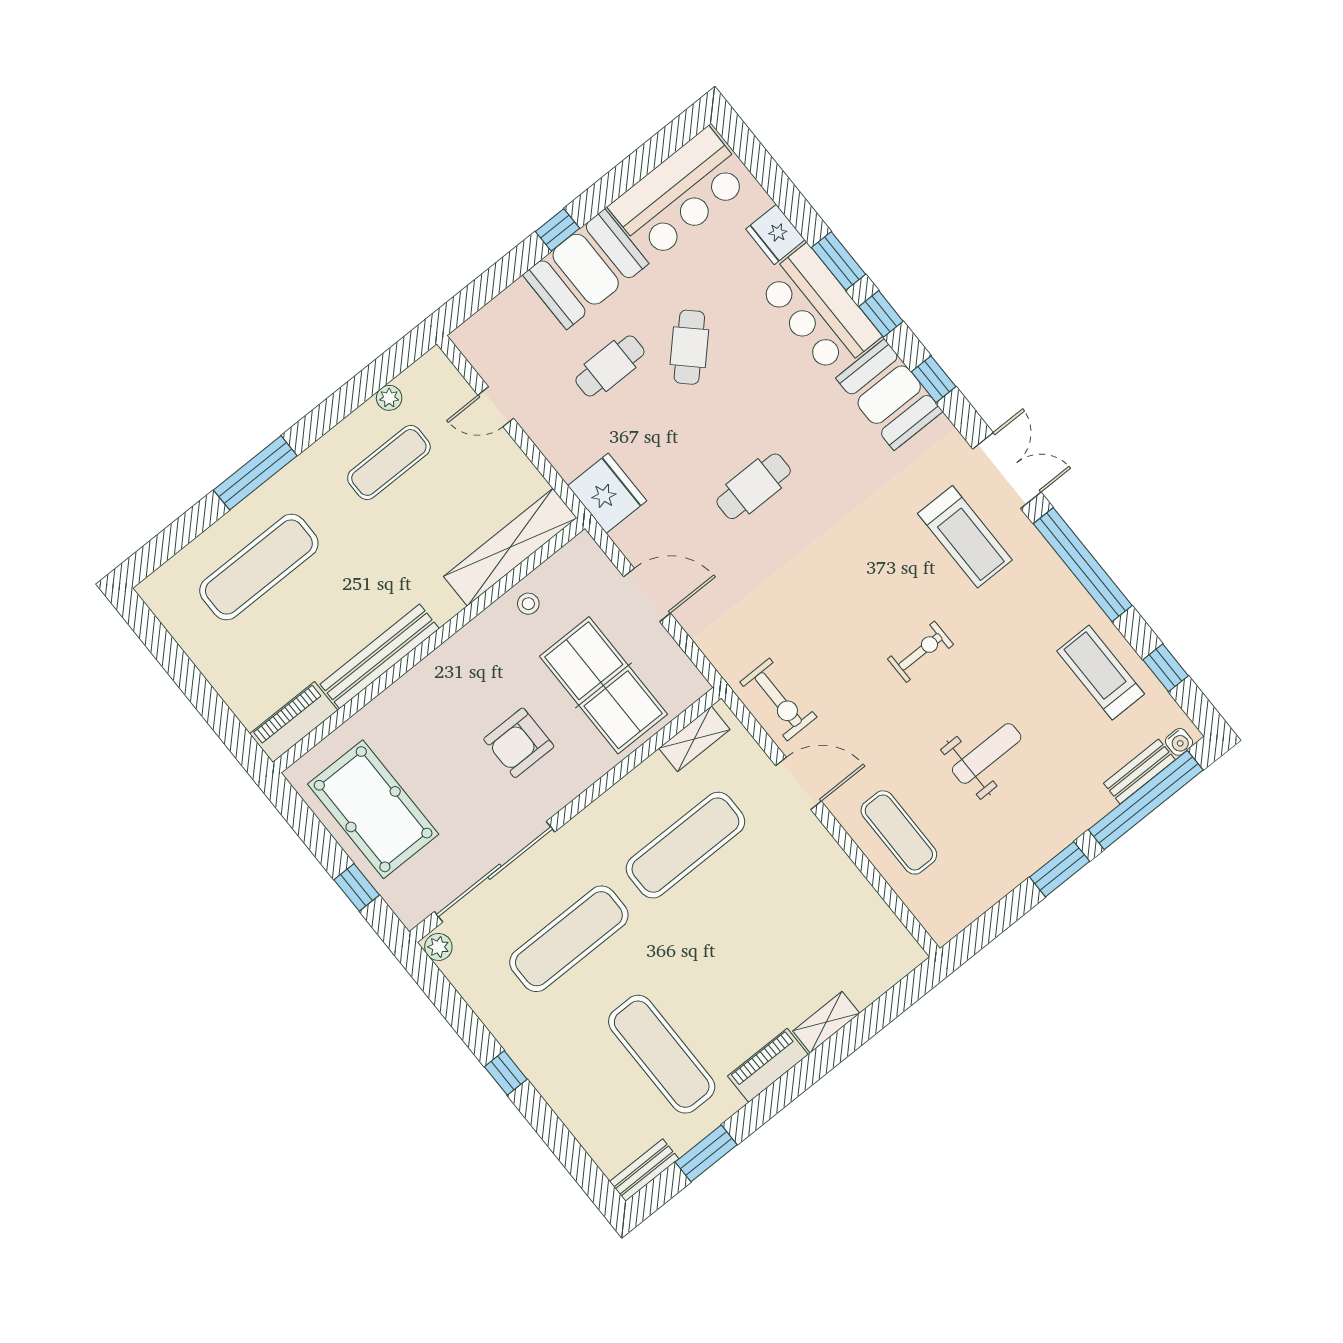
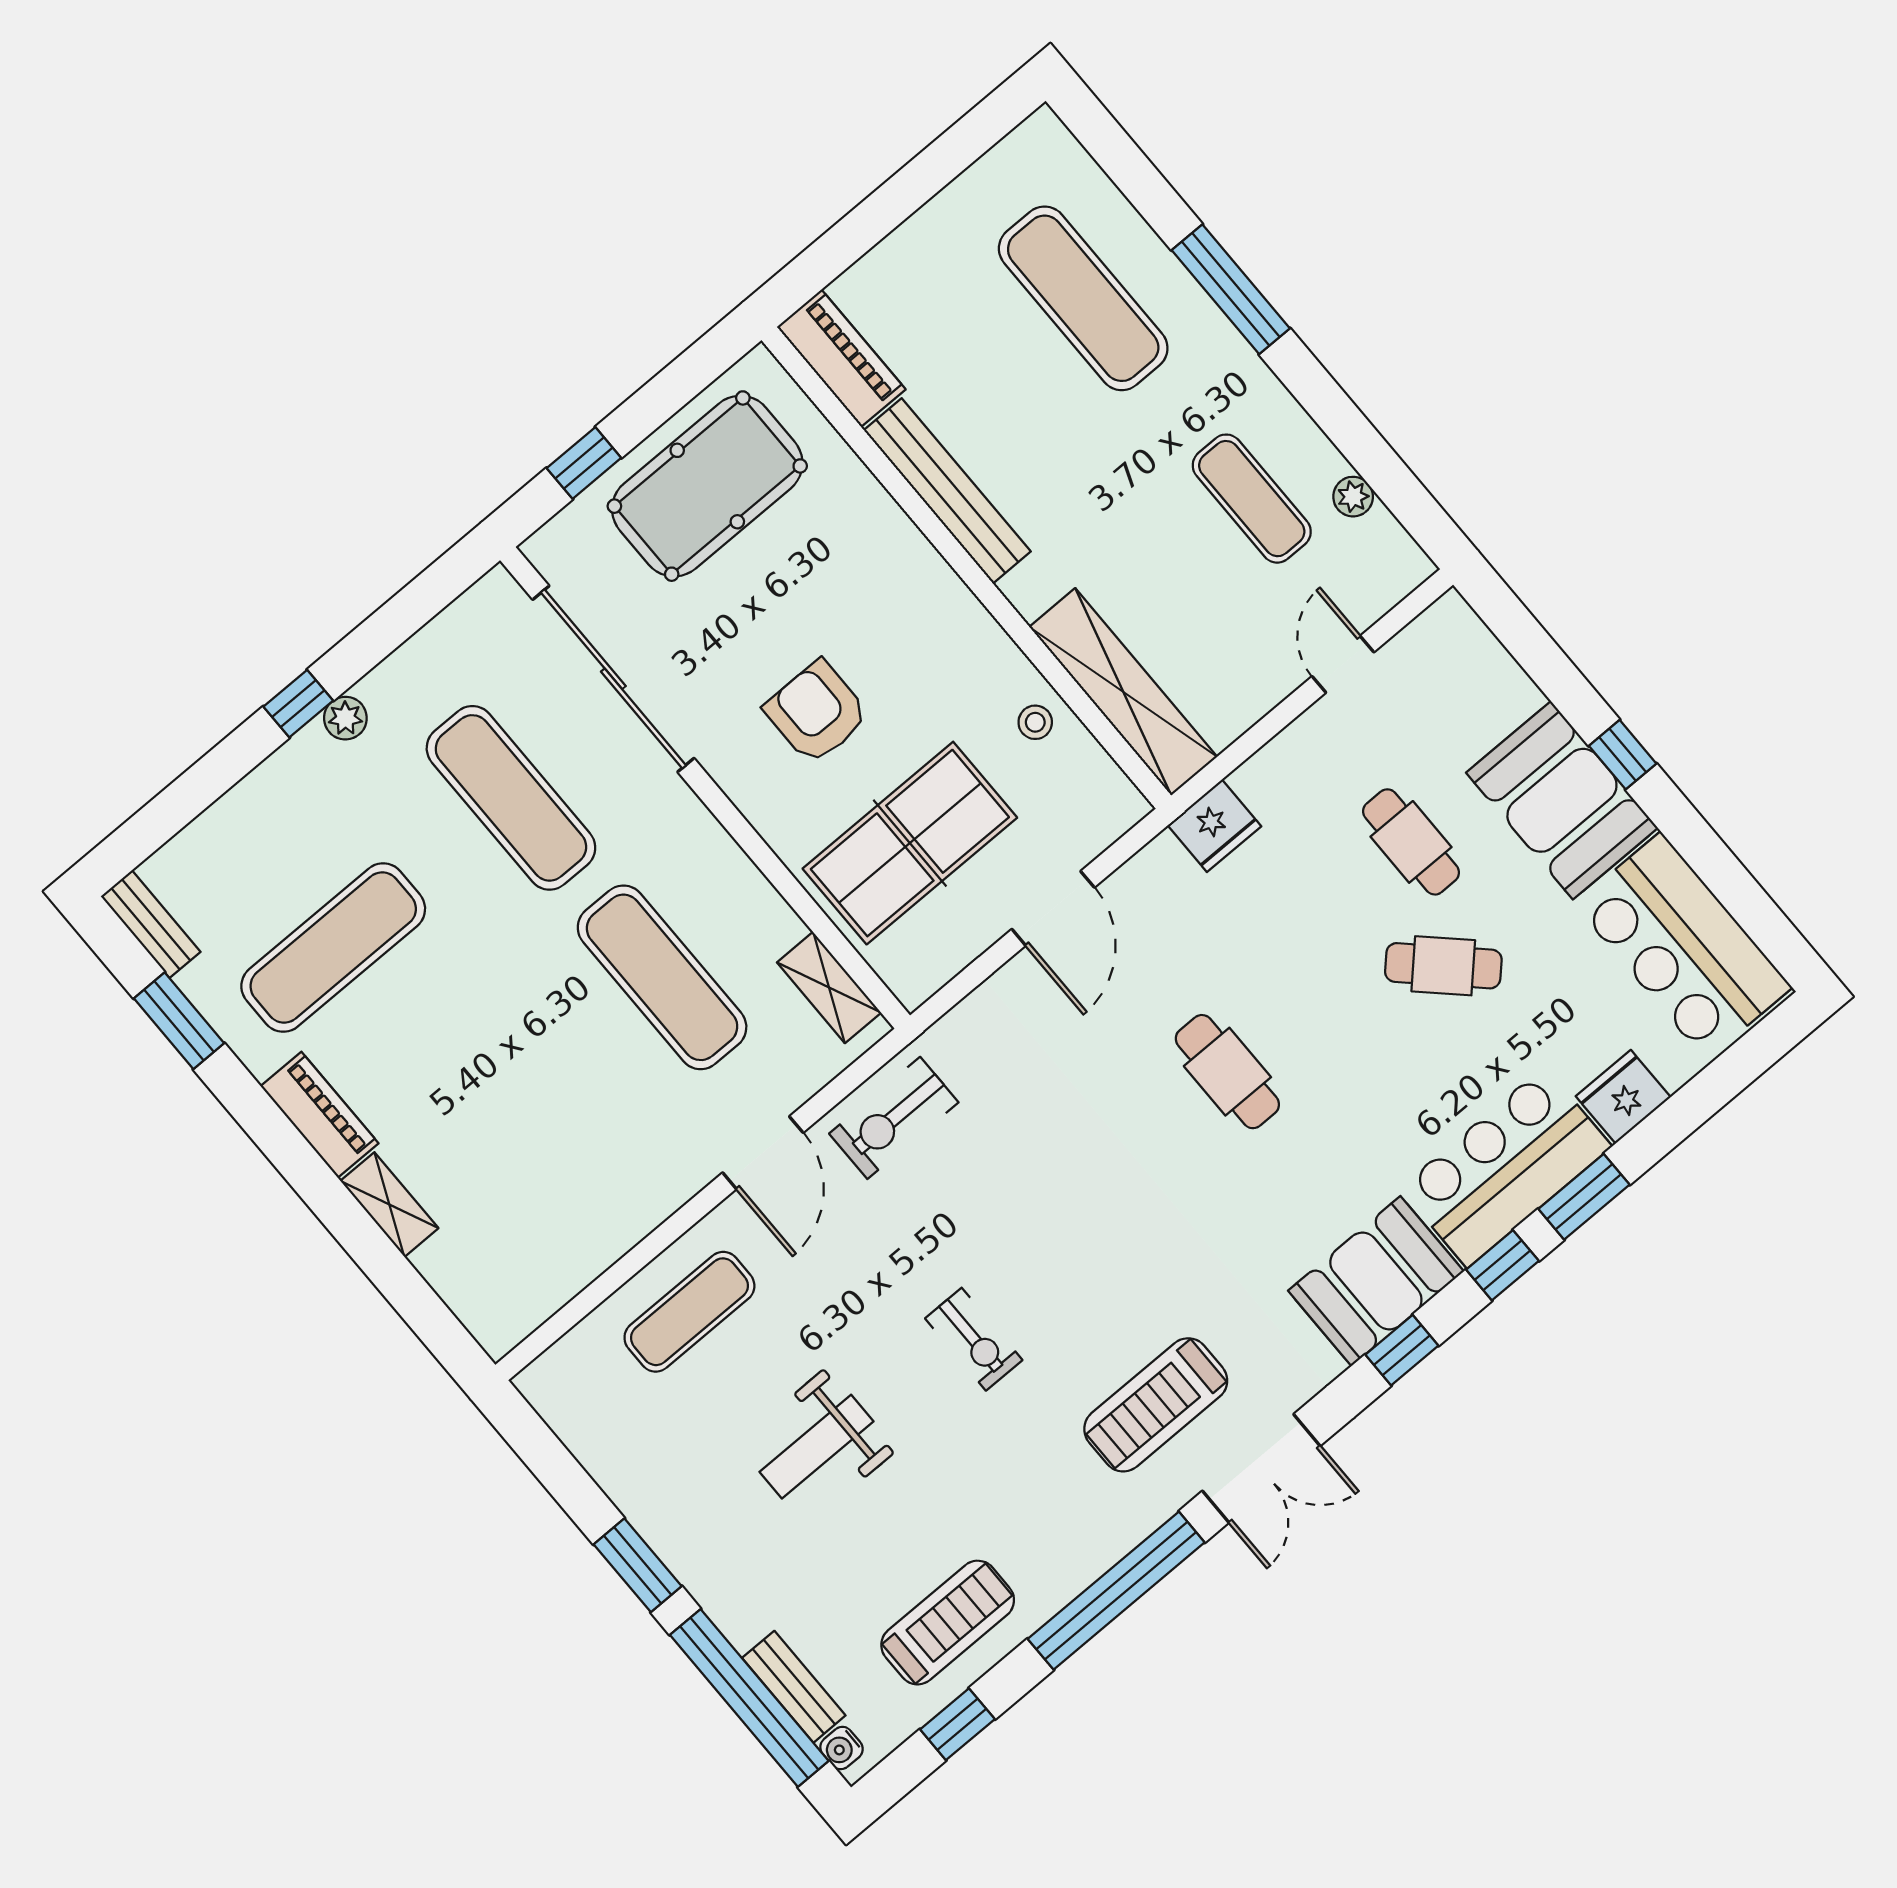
fridge: (607, 493) -> (1214, 826), width x0.73, depth x0.75
weight bench: (987, 753) -> (817, 1447), turned 90
plant: (438, 947) -> (345, 718), moved

